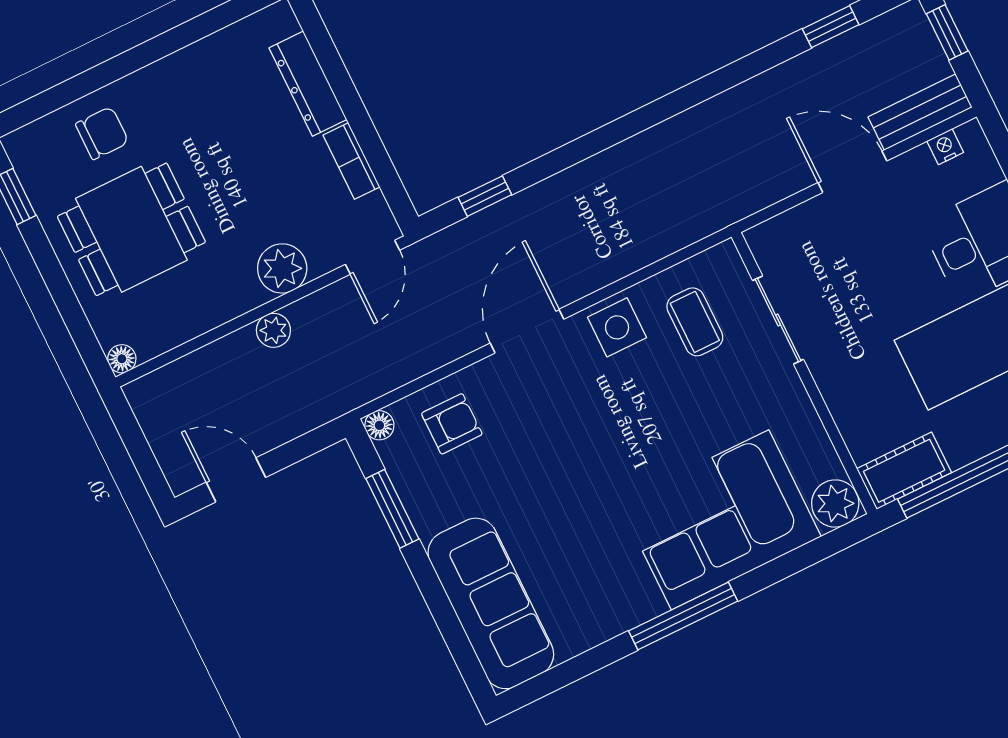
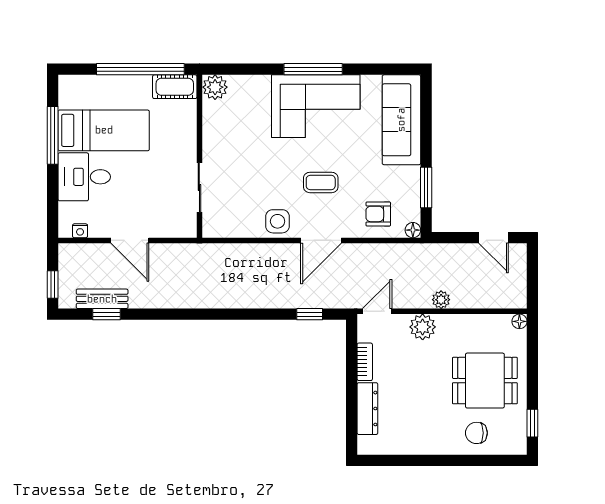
bench: (920, 112) -> (102, 299), moved
coffee table: (695, 322) -> (321, 182), moved, turned 90
corner sofa: (720, 520) -> (316, 106), moved

